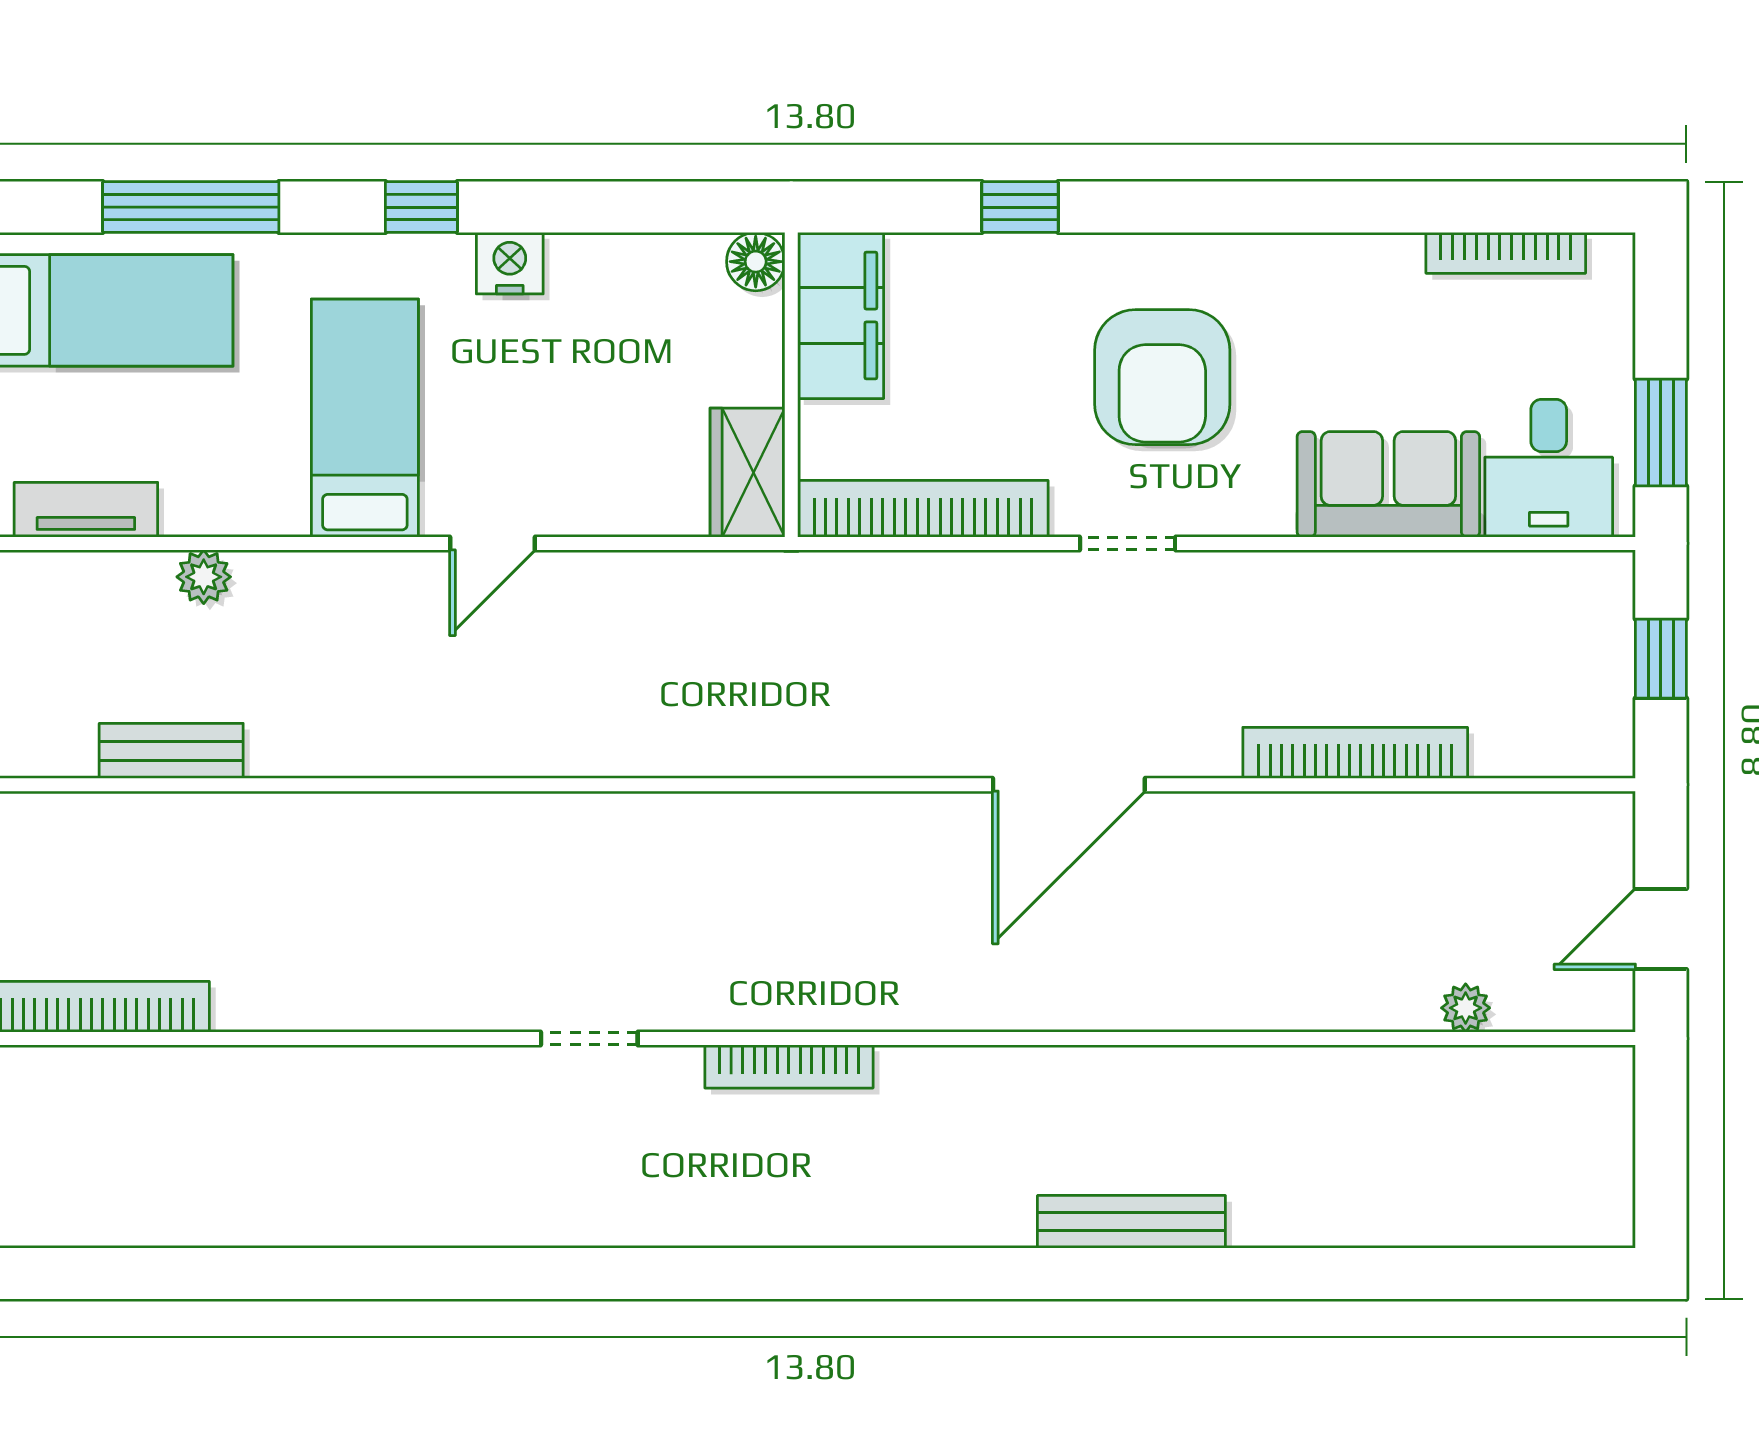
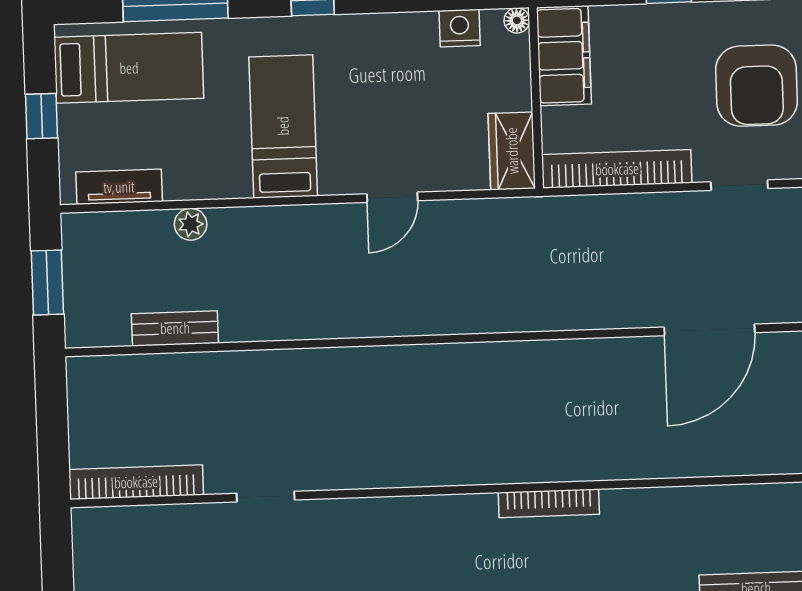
floor lamp: (756, 262) -> (517, 20), width x0.73, depth x0.73
nightstand: (510, 263) -> (460, 28), moved
door: (492, 543) -> (392, 197), moved
doorway: (589, 1039) -> (266, 497), moved

